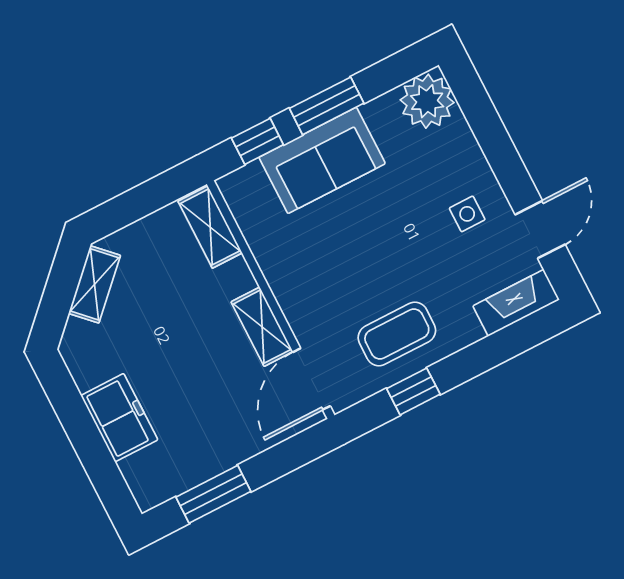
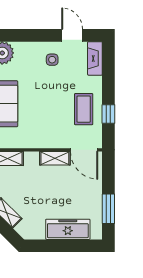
freezer: (119, 418) -> (68, 229), width x1.40

